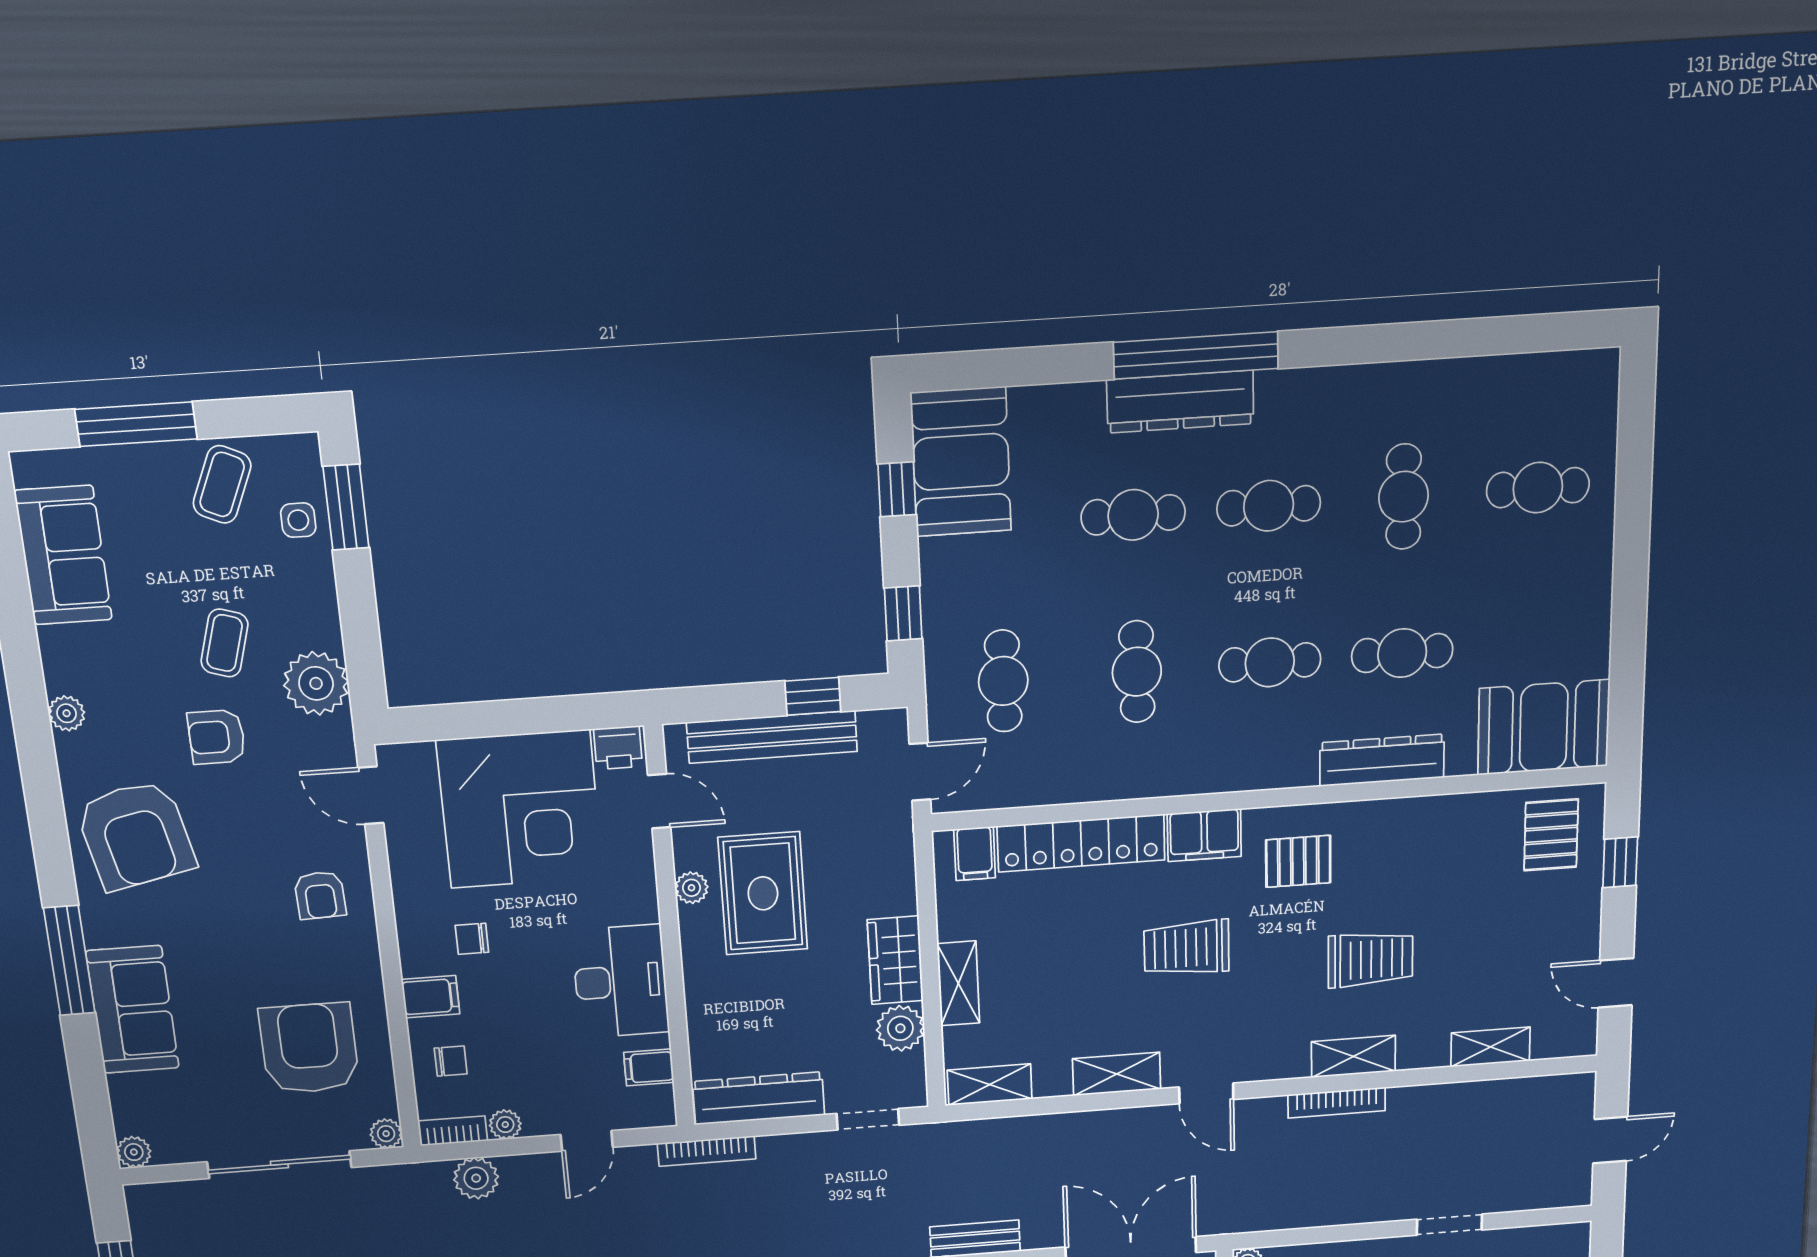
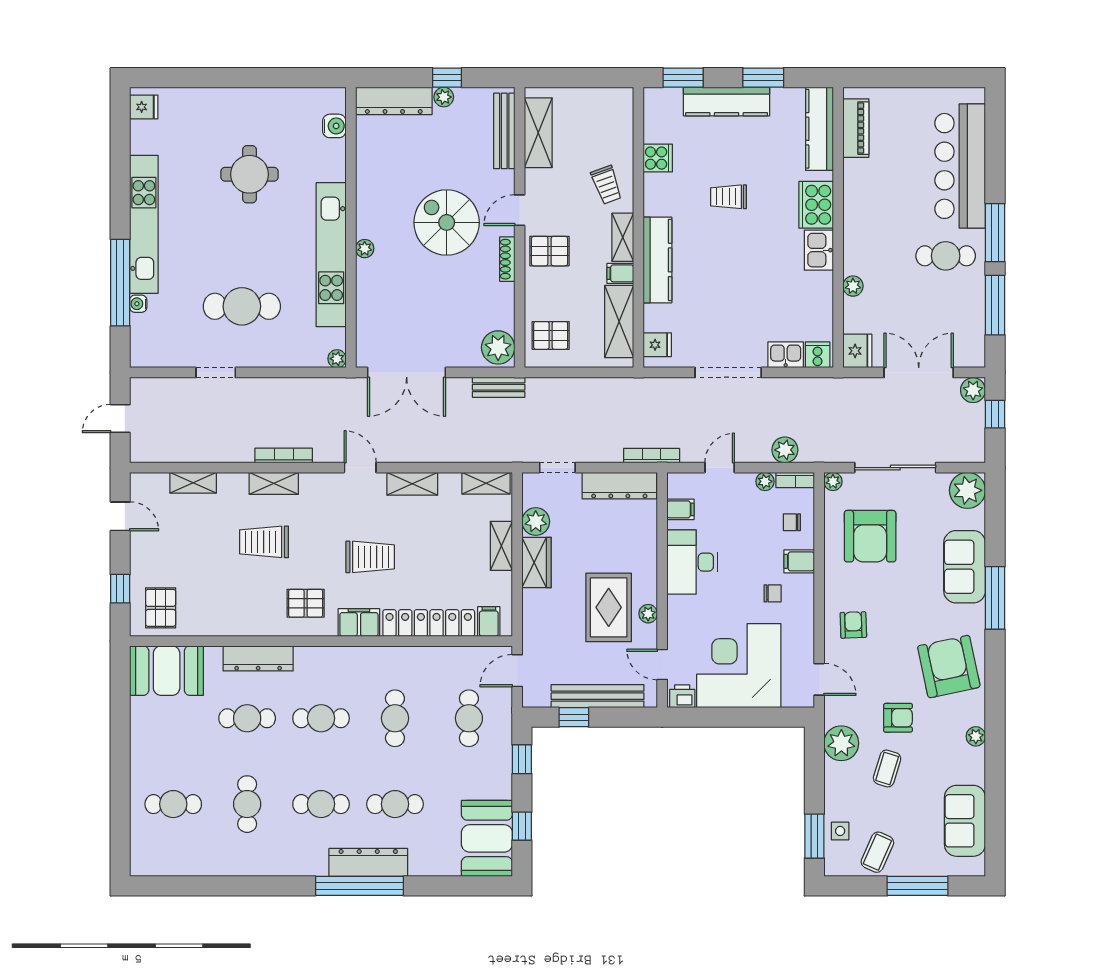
plant: (134, 1152) -> (967, 490), width x1.88, depth x1.88

